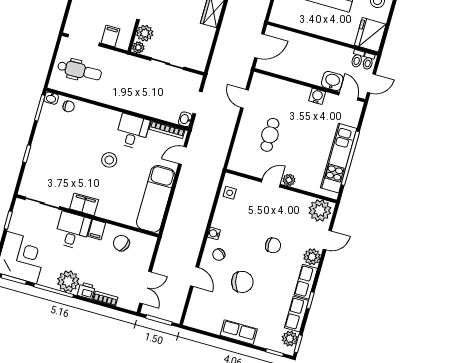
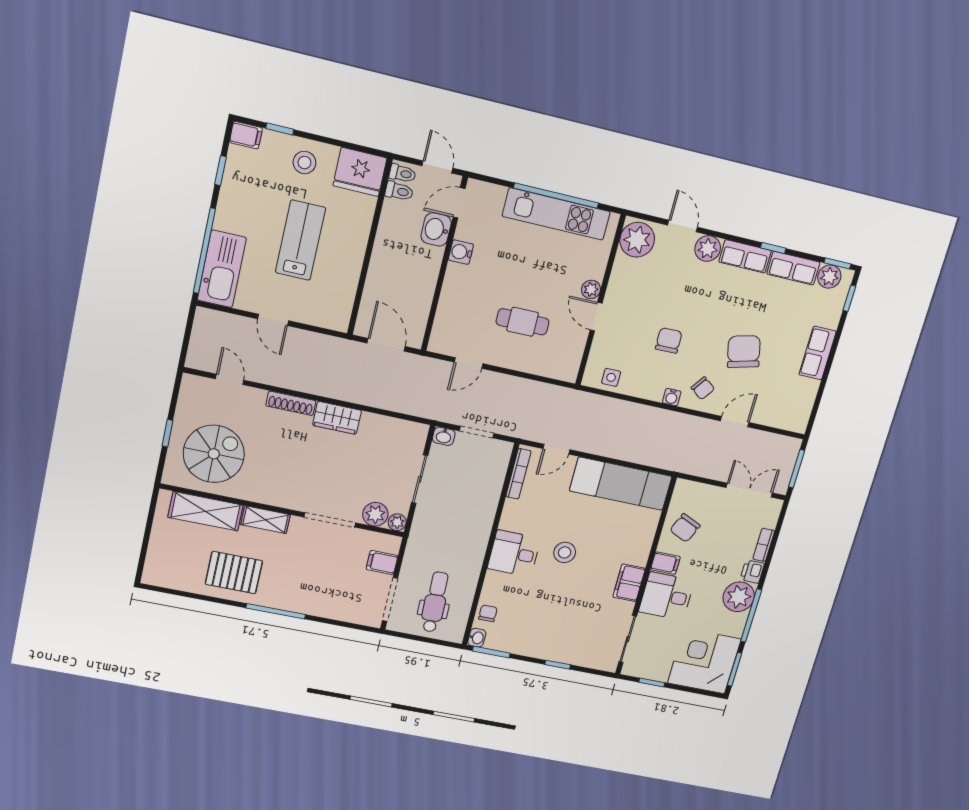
washbasin: (185, 119) -> (444, 436), moved
desk: (132, 131) -> (514, 553), moved
door: (183, 156) -> (556, 449), hinge flipped
chair: (273, 245) -> (669, 340), moved

